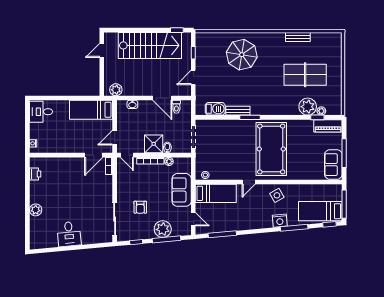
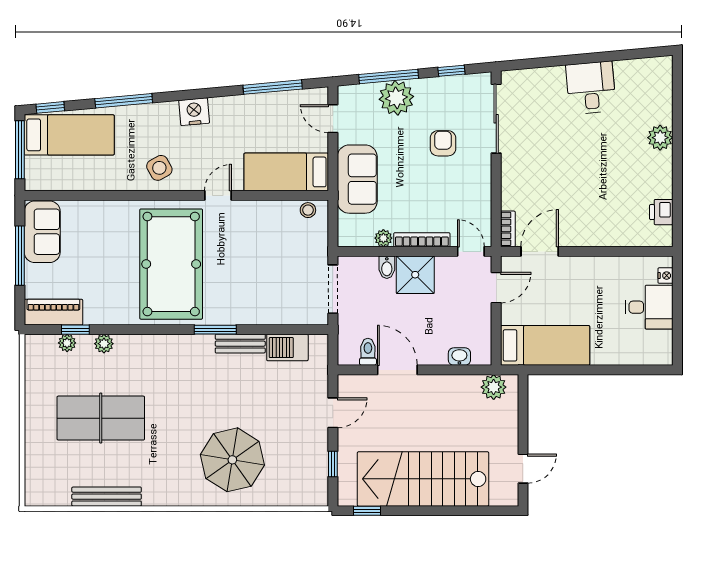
bench: (298, 37) -> (107, 497), width x1.36
plant: (308, 107) -> (104, 344), width x0.53, depth x0.53
desk: (41, 112) -> (649, 307), moved
nightstand: (280, 221) -> (194, 112), moved

